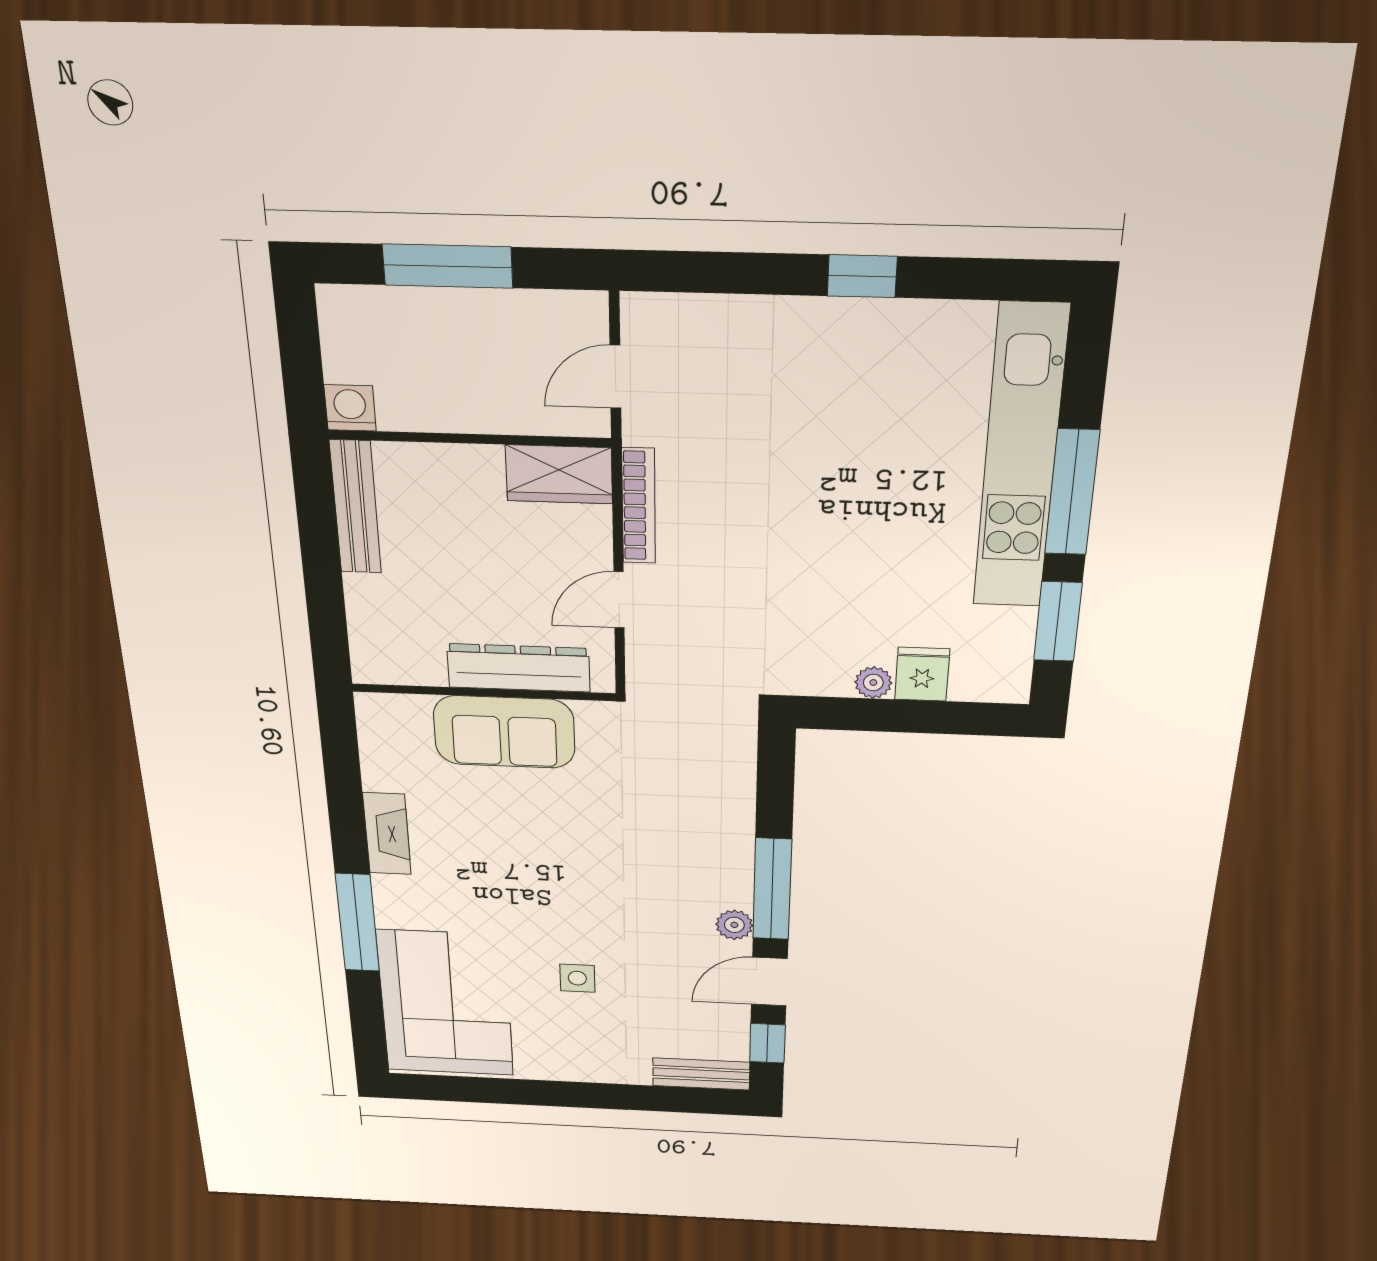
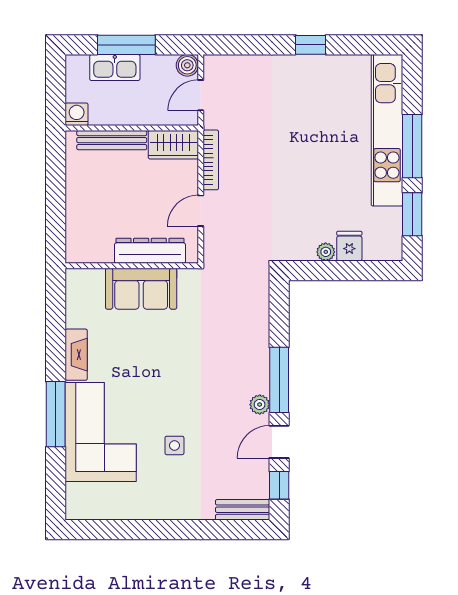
boiler: (585, 313) -> (187, 65), added
kitchen sink: (425, 314) -> (115, 67), added
bench: (355, 507) -> (112, 140), moved, turned 90
corner sofa: (446, 1003) -> (101, 432), moved

